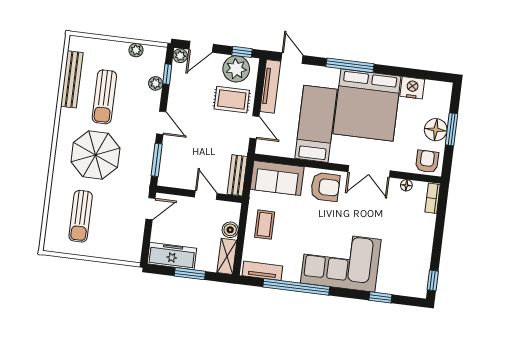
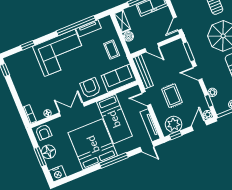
nightstand: (412, 88) -> (58, 174), moved
rug: (232, 100) -> (172, 96), moved, turned 90
bench: (237, 175) -> (143, 72), width x1.36
armchair: (325, 187) -> (90, 88), turned 90
tv unit: (262, 271) -> (88, 28), moved

